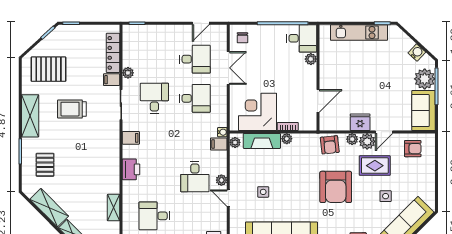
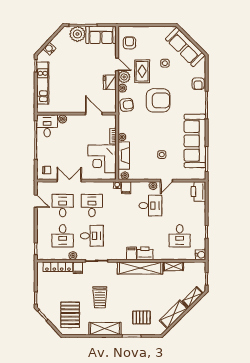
water cooler: (417, 53) -> (50, 49), moved
desk: (154, 59) -> (63, 236), added
desk: (154, 98) -> (92, 236), turned 180
filing cabinet: (131, 138) -> (131, 253), moved
shelving: (111, 163) -> (140, 268), added

